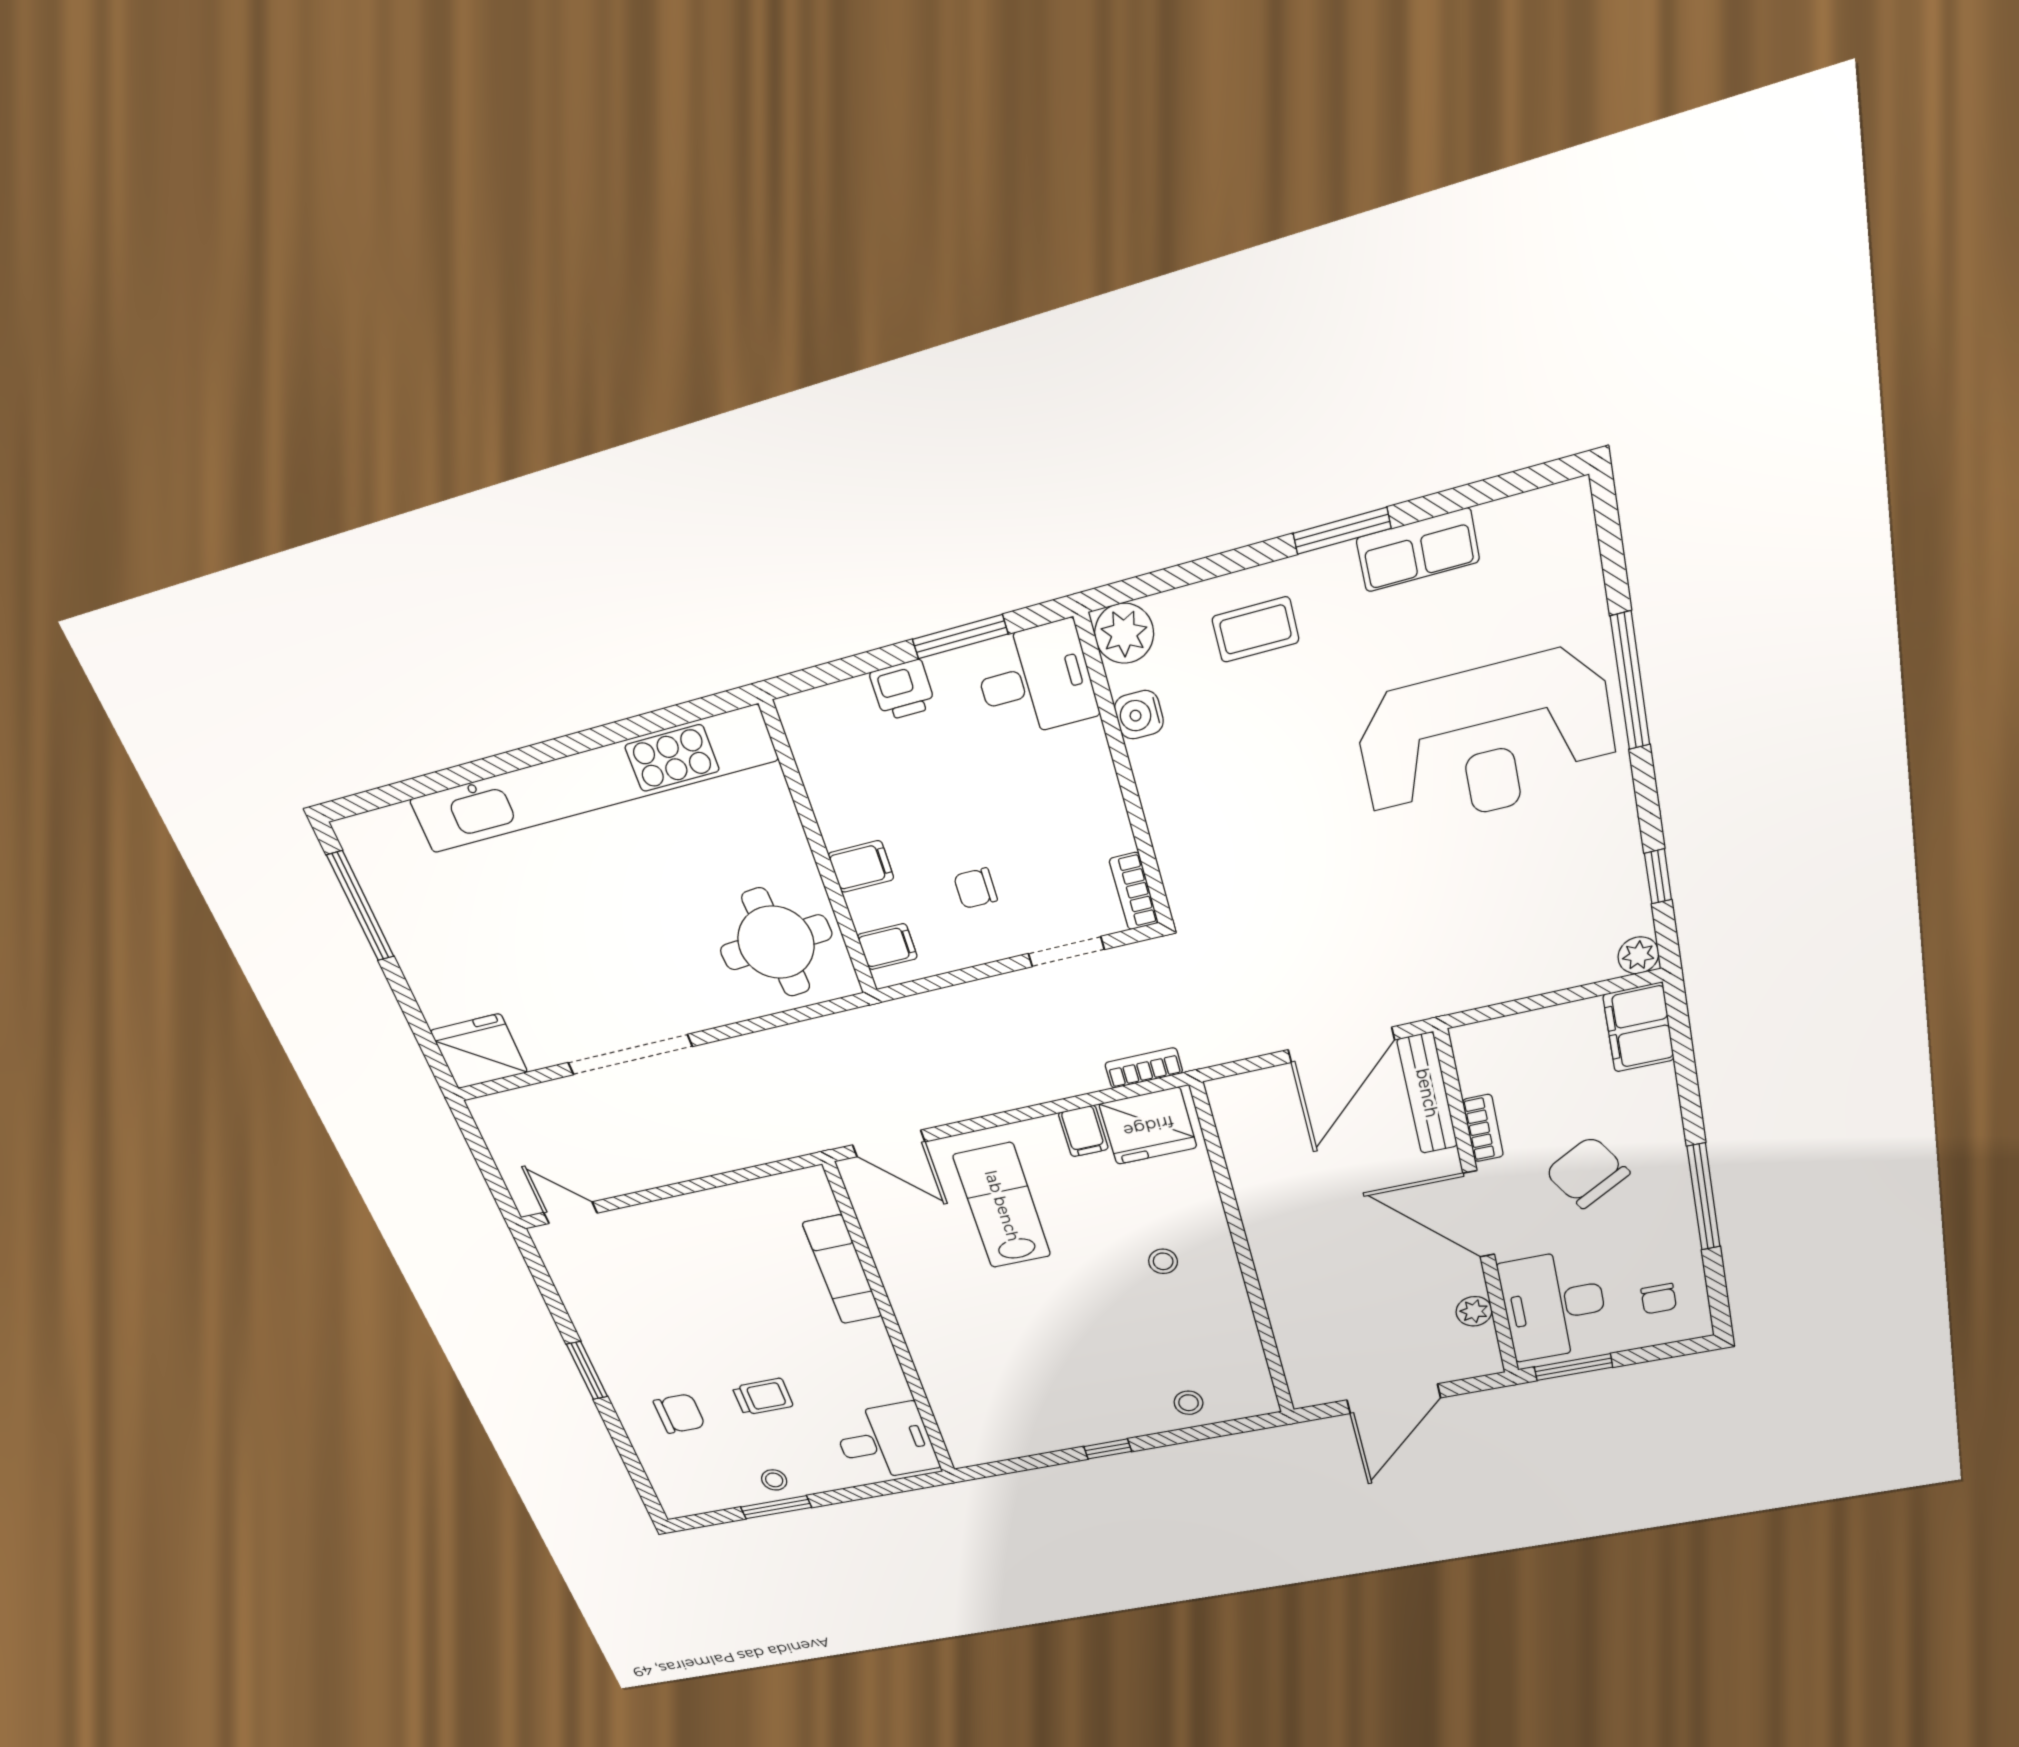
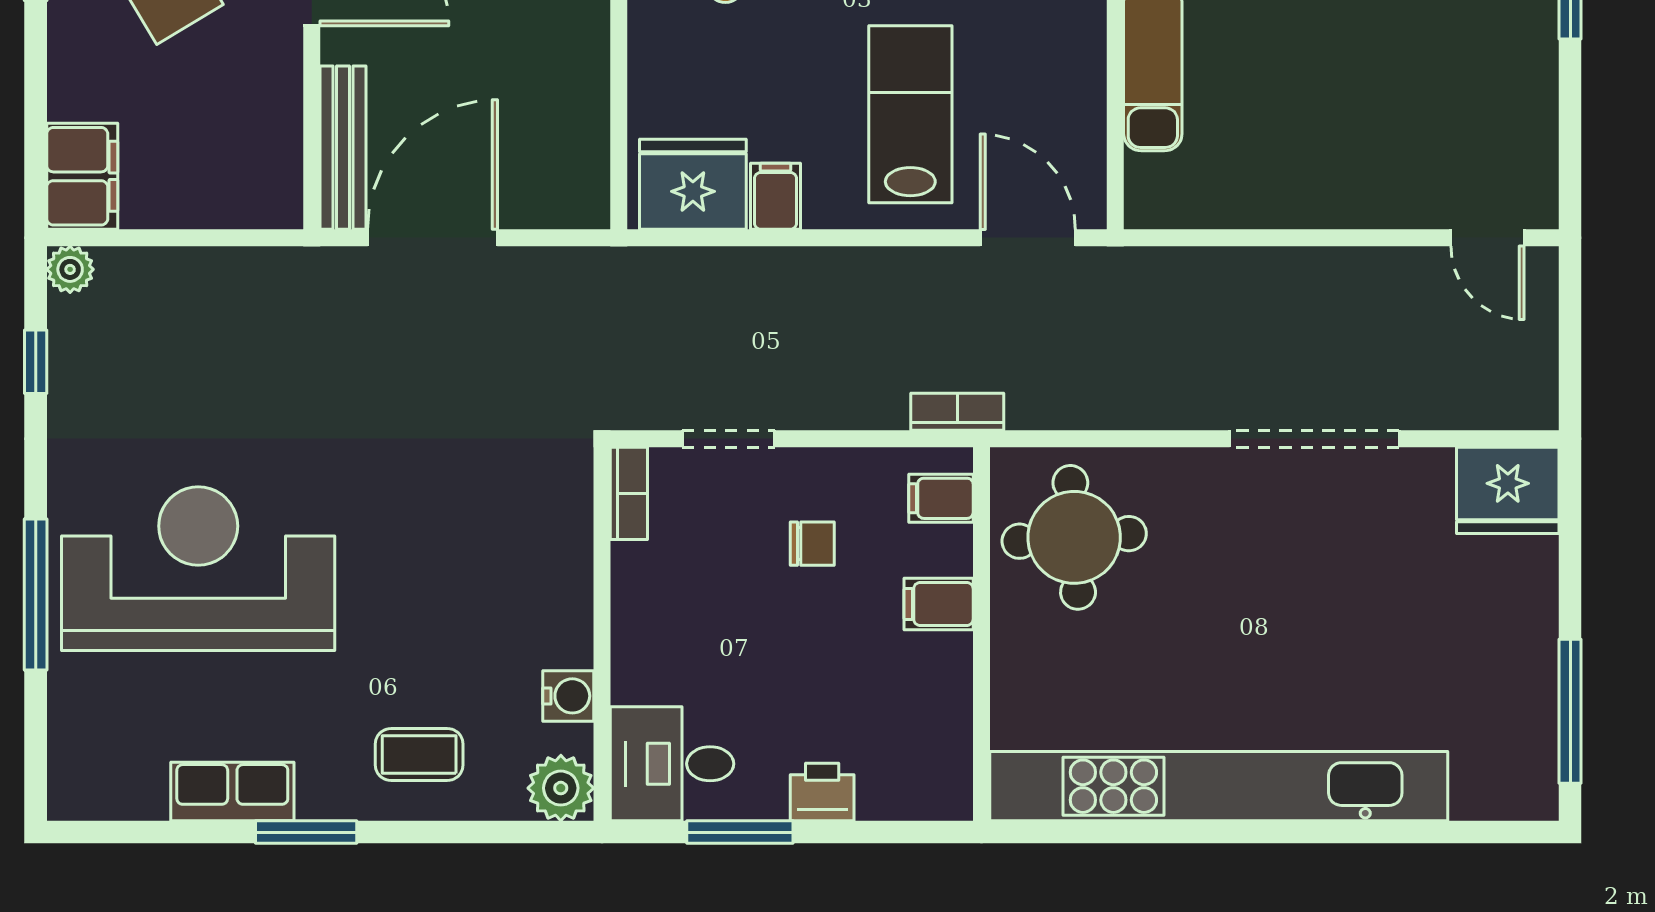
bookcase: (1144, 1068) -> (957, 412), moved, turned 180
bookcase: (1483, 1128) -> (285, 84), removed
lab bench: (1002, 1206) -> (910, 114), turned 180

